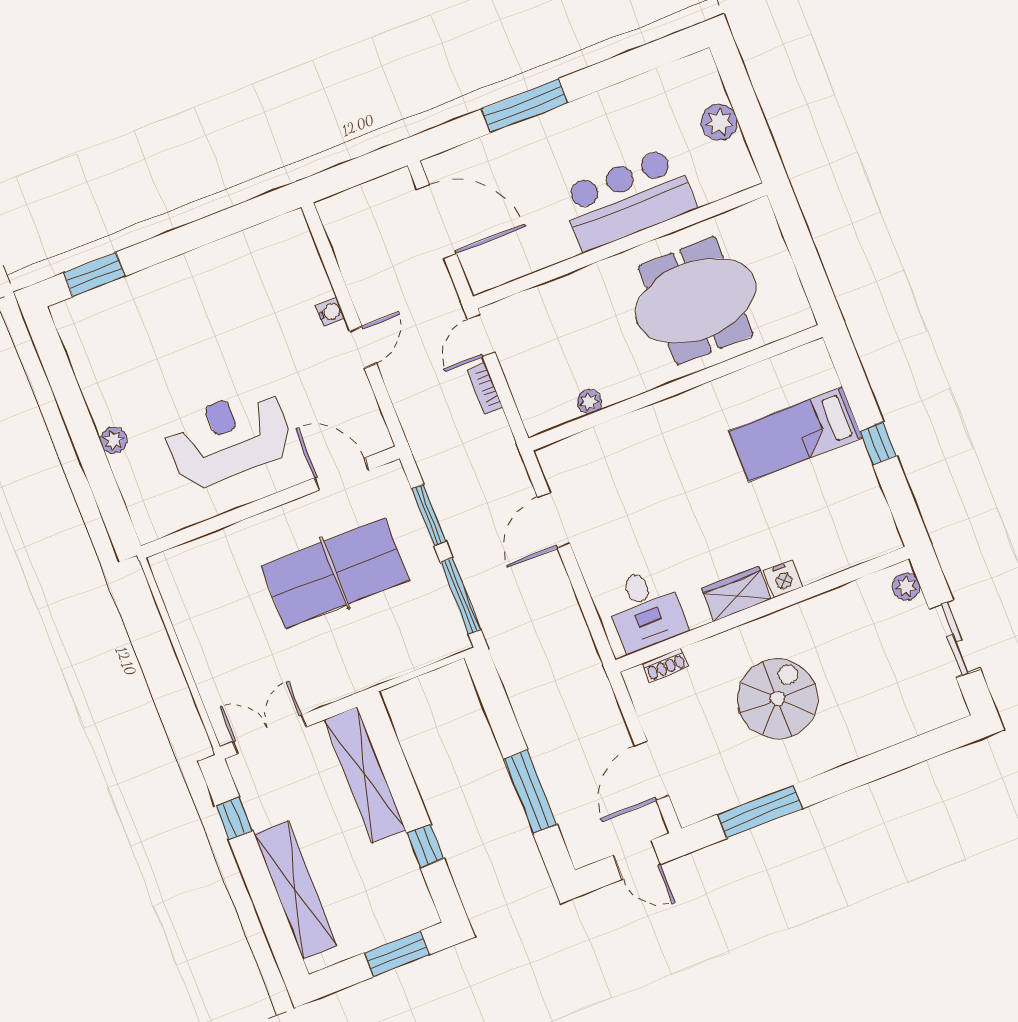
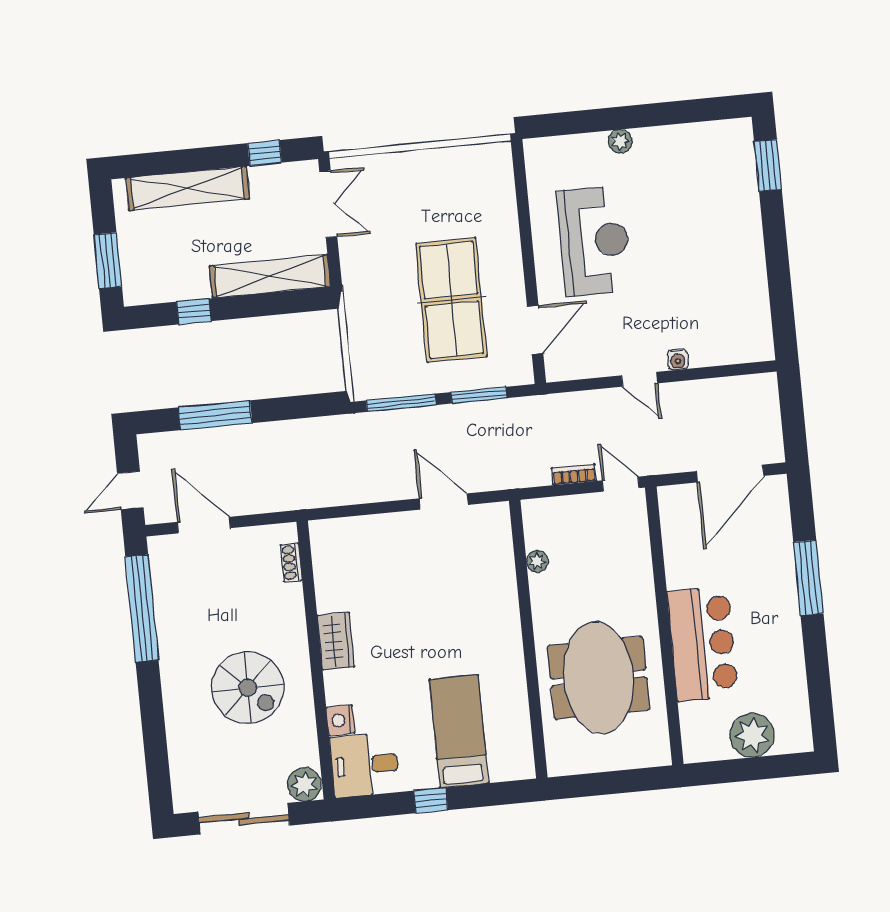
plant: (719, 122) -> (752, 735), width x1.36, depth x1.36
nightstand: (783, 579) -> (341, 720), moved
plant: (906, 587) -> (304, 785), width x1.38, depth x1.38
desk: (645, 609) -> (365, 765), moved
sliding door: (955, 638) -> (244, 819), width x1.37
spiral stairs: (777, 699) -> (248, 688), moved
window: (760, 812) -> (142, 608), width x1.46

